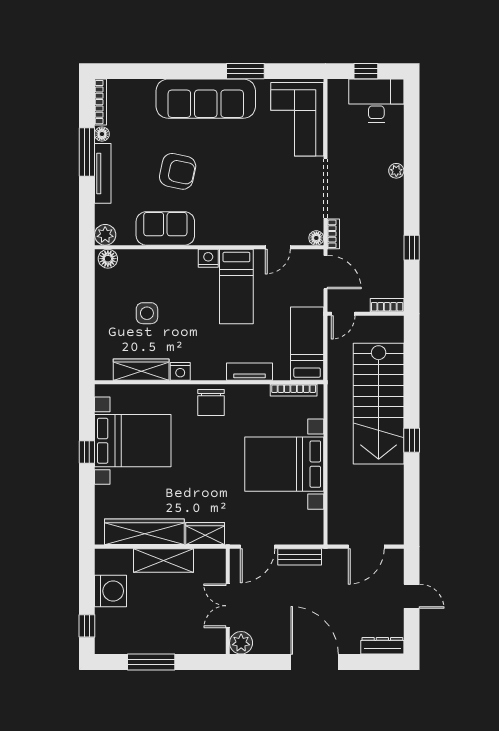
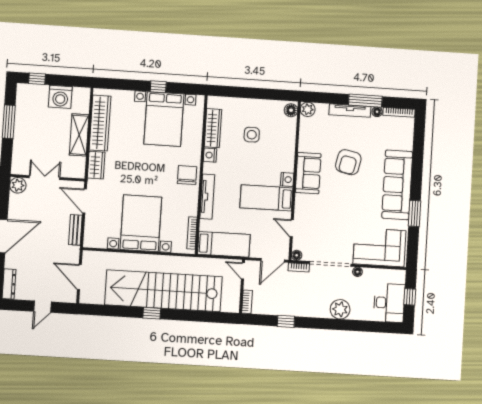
floor lamp: (334, 149) -> (357, 272), added
plant: (396, 171) -> (340, 309), width x1.88, depth x1.88
sofa: (165, 228) -> (308, 173), moved
tv unit: (250, 372) -> (207, 197), width x1.41
chair: (211, 402) -> (187, 175), turned 90
stairs: (379, 404) -> (163, 291), width x1.36

